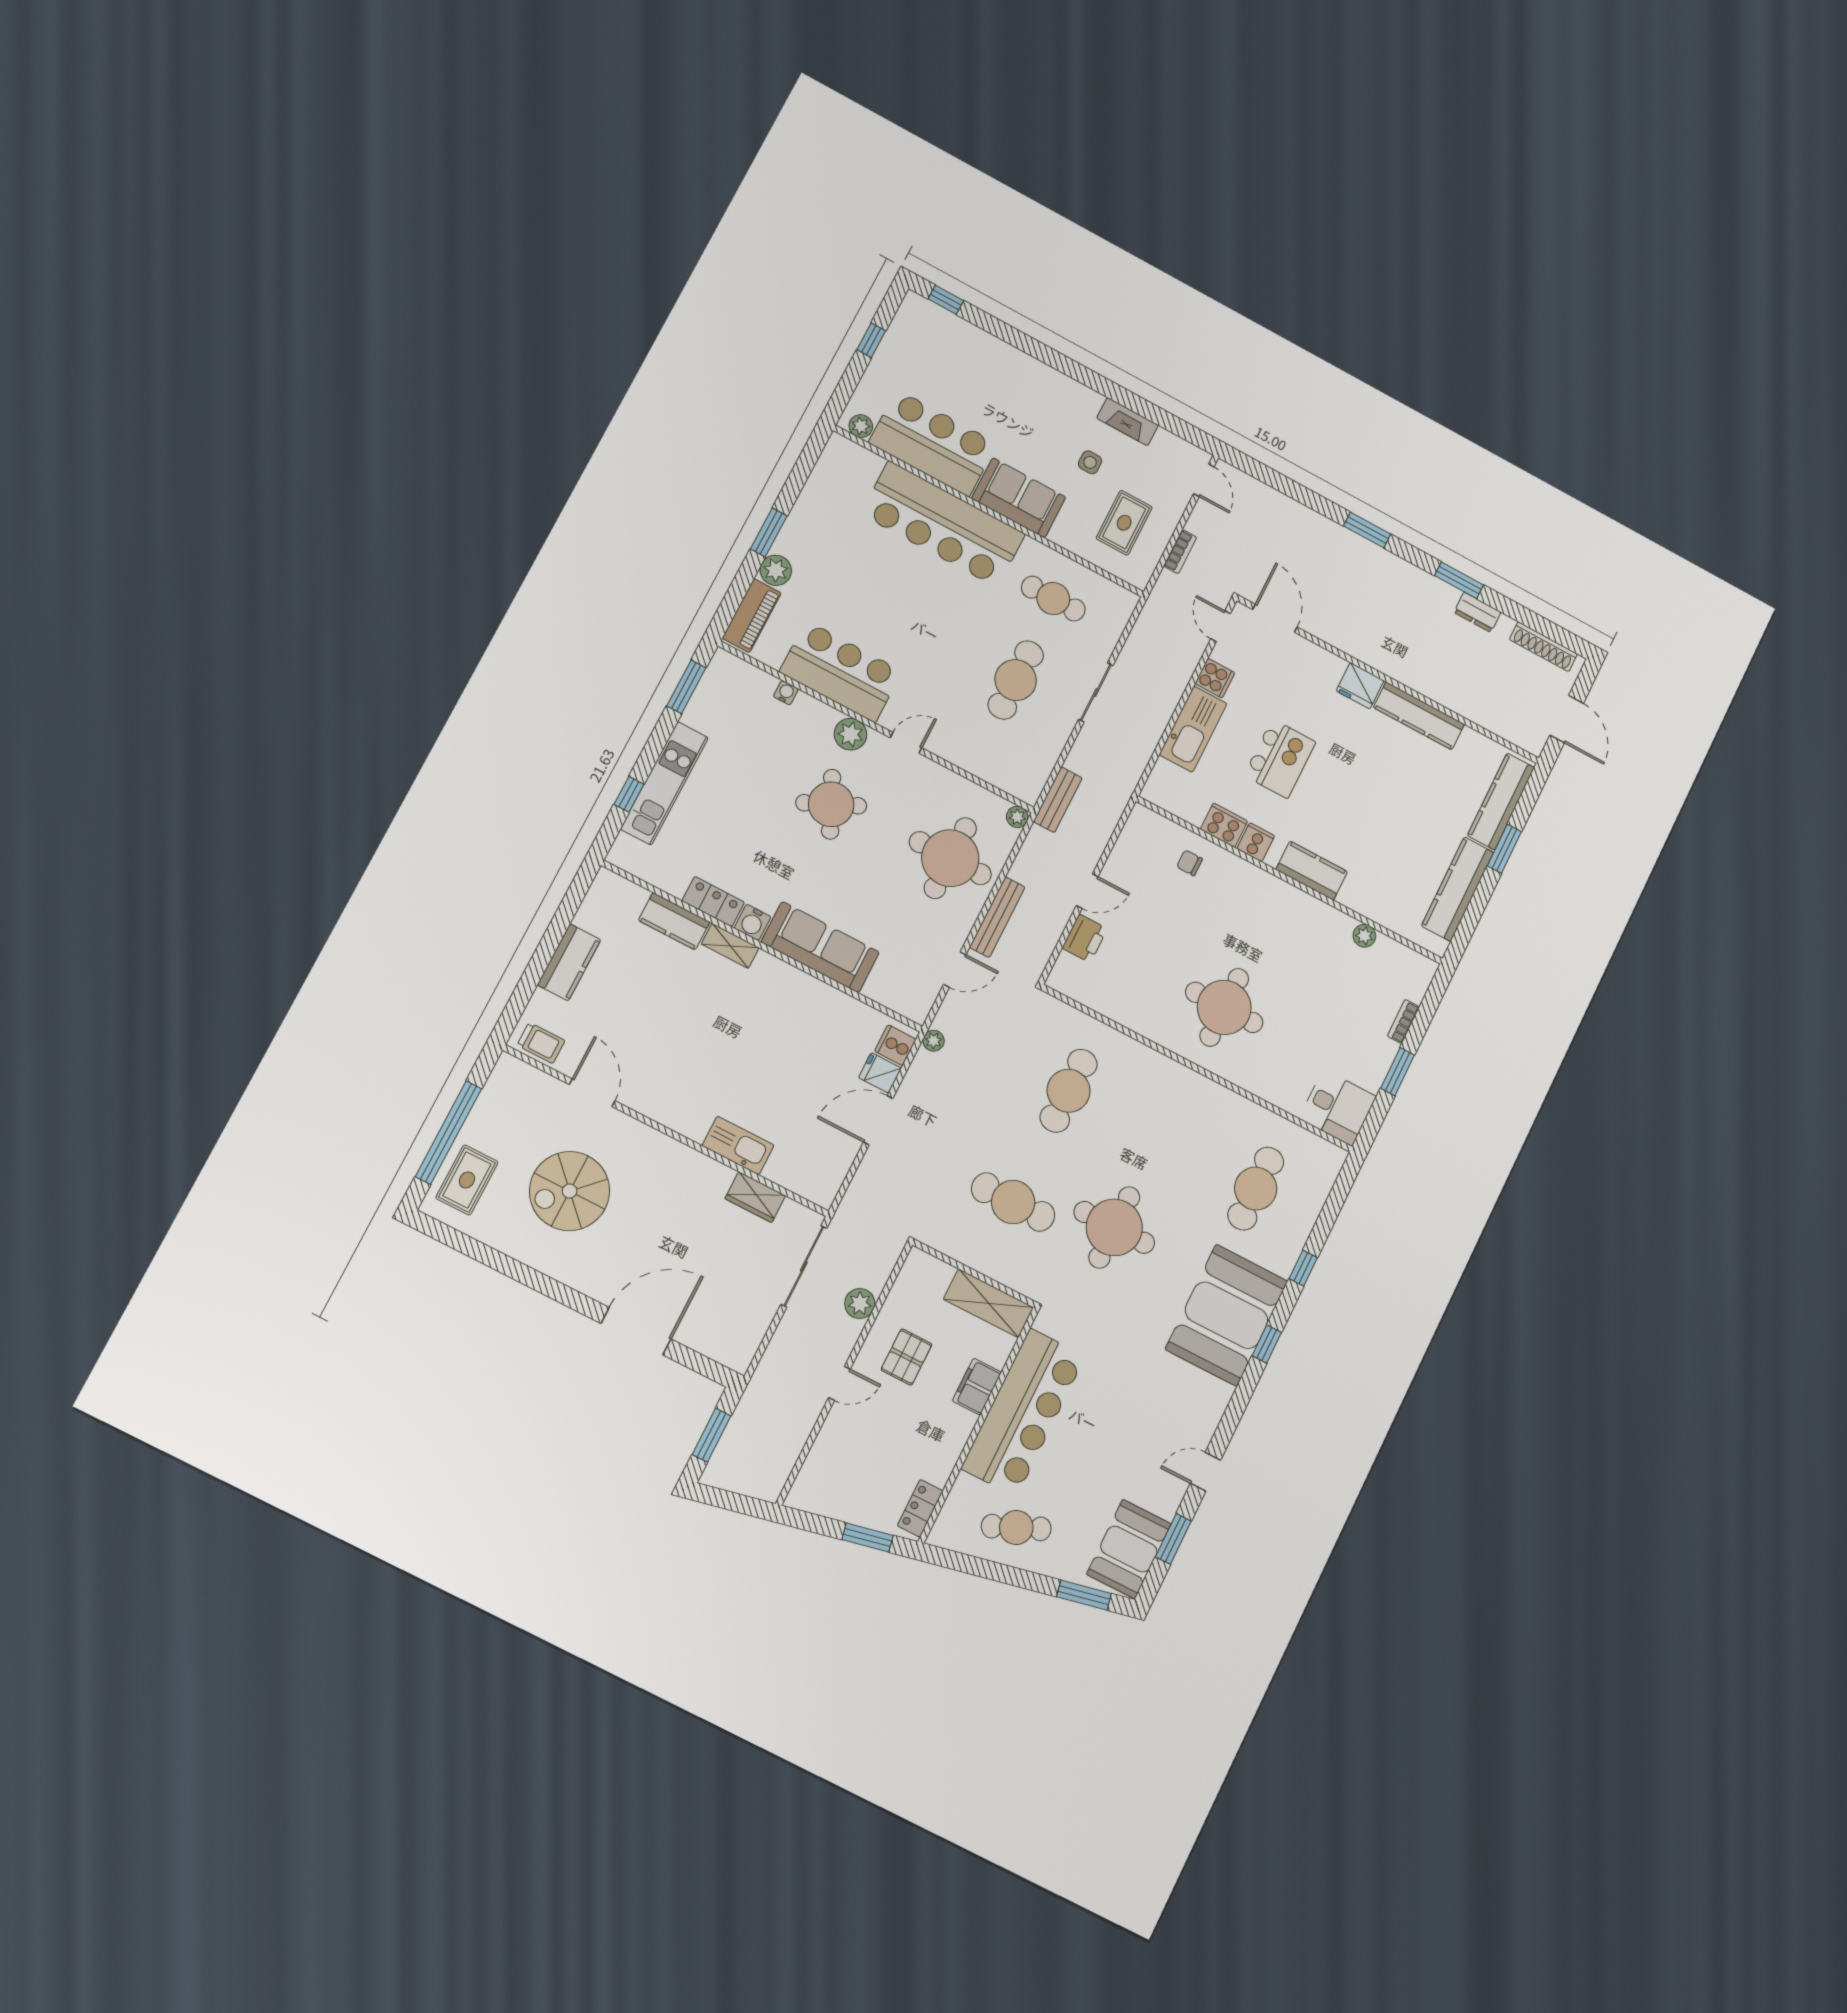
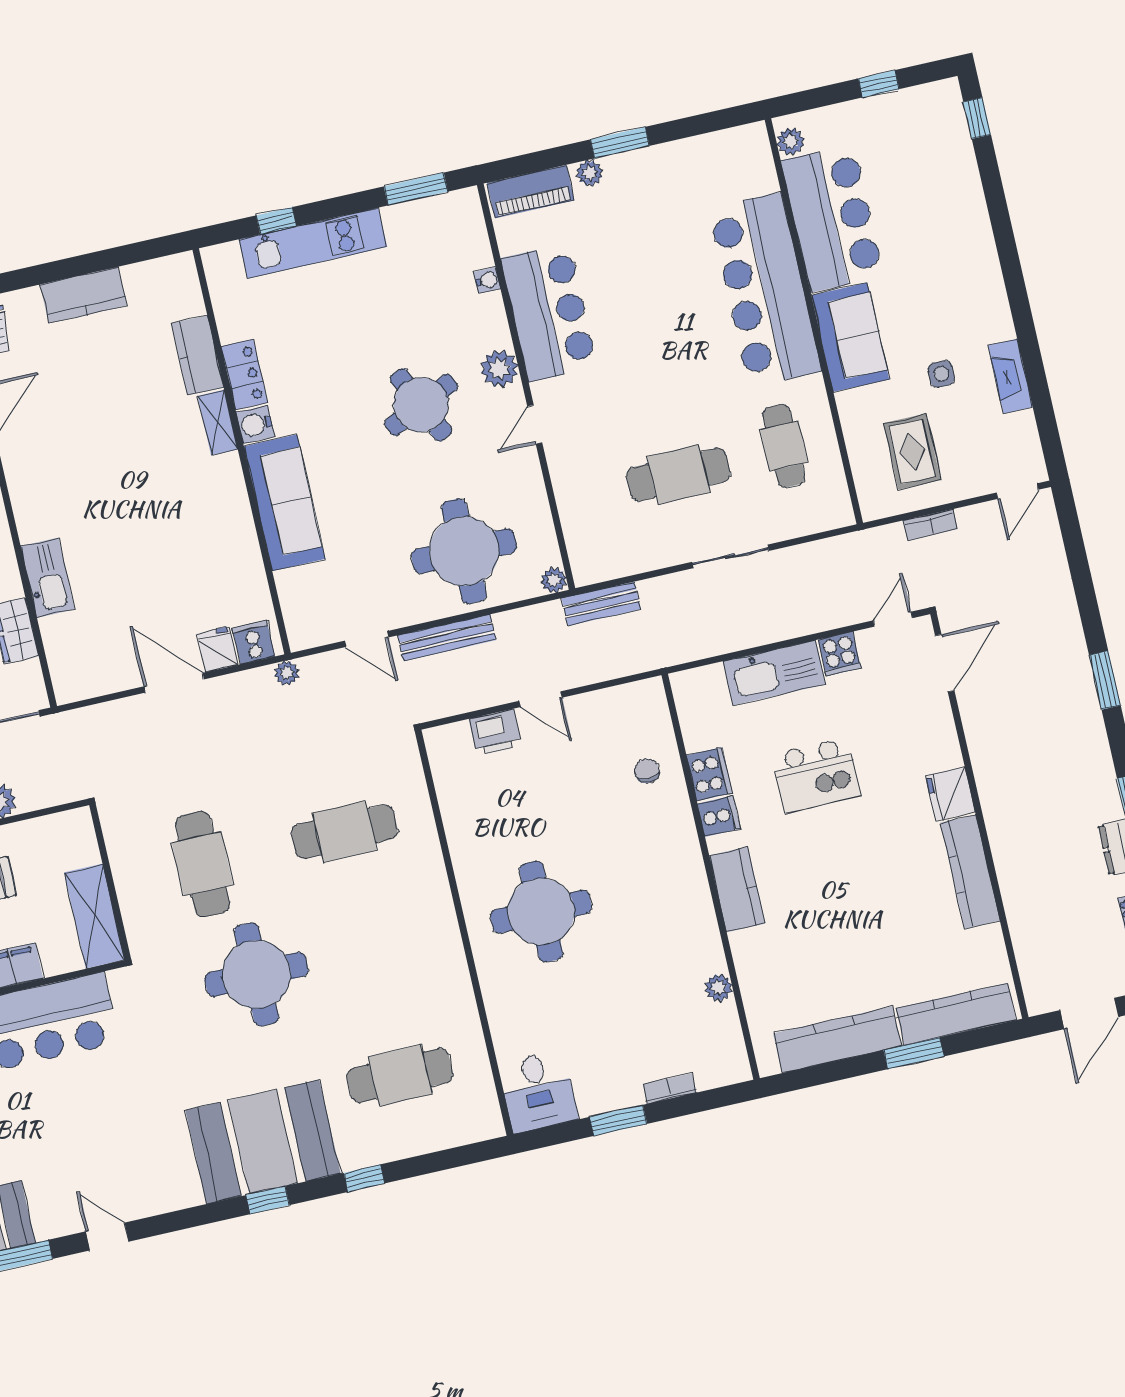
rug: (1124, 523) -> (912, 452), turned 90
plant: (776, 570) -> (590, 173), width x0.73, depth x0.73
door: (906, 743) -> (535, 424), swing flipped

